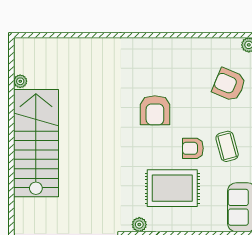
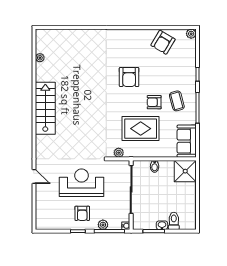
armchair: (229, 85) -> (163, 42), moved, turned -82
stairs: (36, 143) -> (45, 108), width x0.73, depth x0.66

